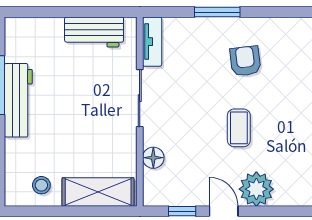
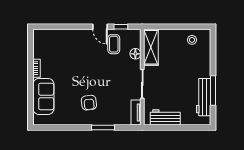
workbench: (18, 100) -> (204, 97), moved
coffee table: (239, 128) -> (114, 44), moved
plant: (256, 189) -> (83, 38), removed
shelving: (98, 192) -> (151, 47), moved, turned 90

